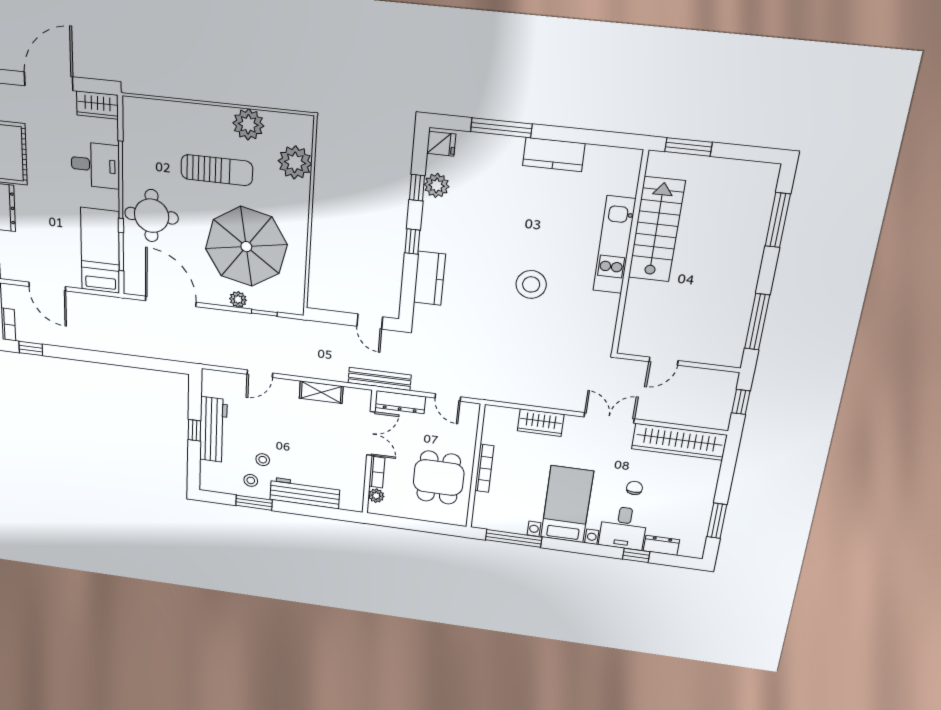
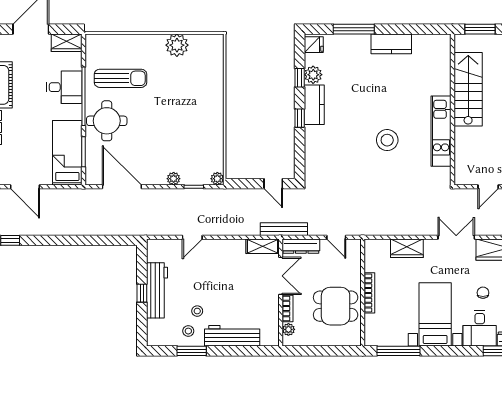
plant: (295, 162) -> (217, 179), moved, width x0.53, depth x0.53
sun lounger: (217, 170) -> (120, 78), moved
kitchen unit: (614, 245) -> (441, 131), moved
parasol: (246, 247) -> (178, 136), removed
kitchen counter: (429, 278) -> (314, 105), moved
shelving: (321, 392) -> (263, 246), moved
dining table: (439, 478) -> (336, 306), turned 90

